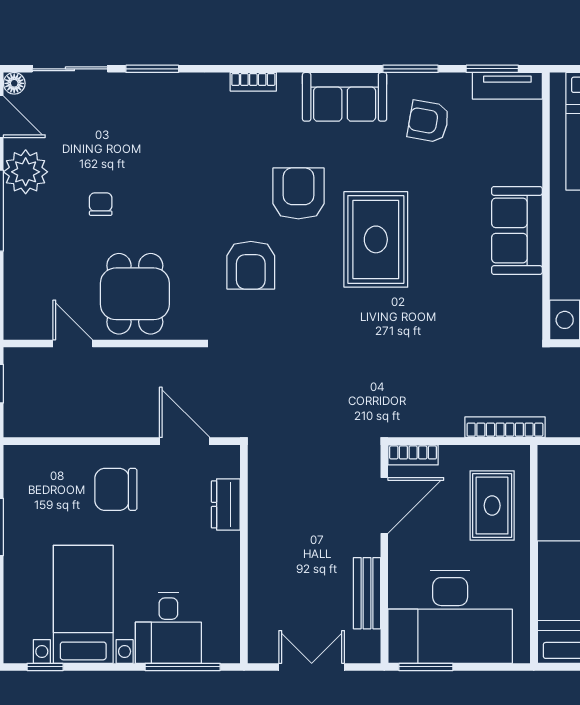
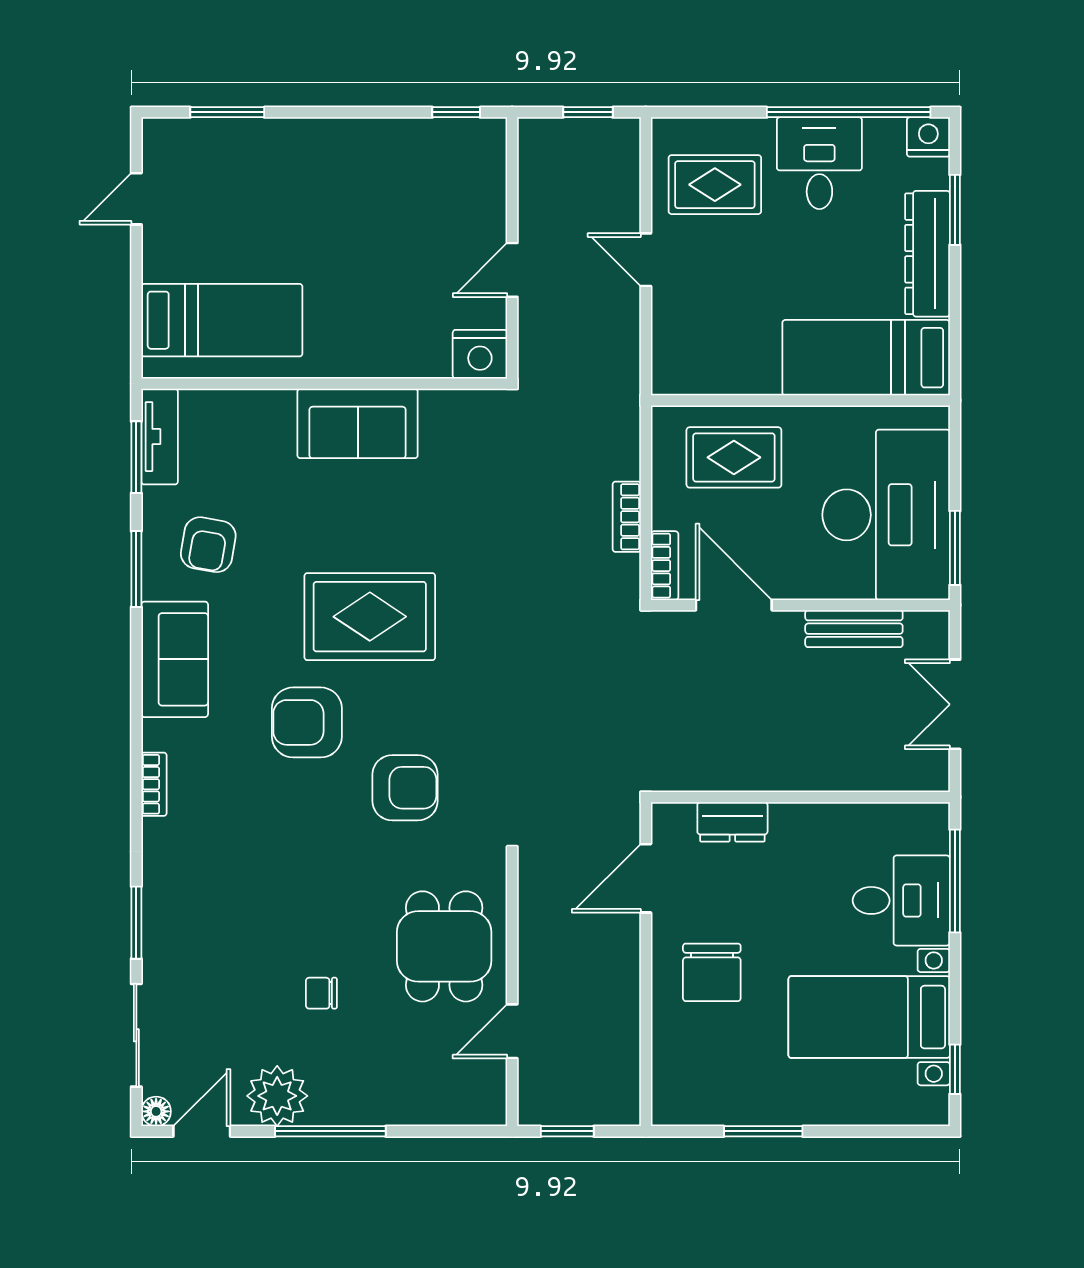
dining table: (135, 294) -> (444, 946), turned 90
bookcase: (505, 427) -> (627, 517), moved, width x0.64

